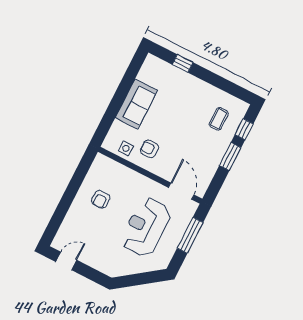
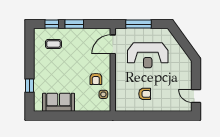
sofa: (136, 104) -> (59, 102), moved

